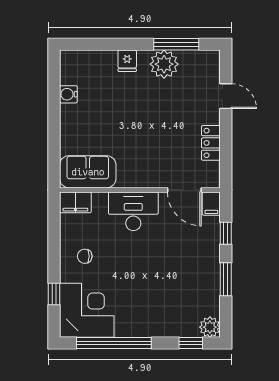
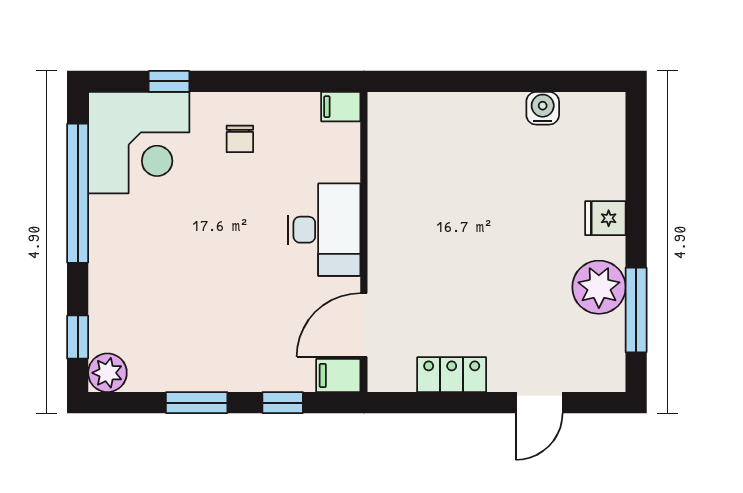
sofa: (88, 172) -> (398, 145), removed
filing cabinet: (75, 202) -> (341, 107), width x0.50
chair: (85, 256) -> (240, 139), turned 180

